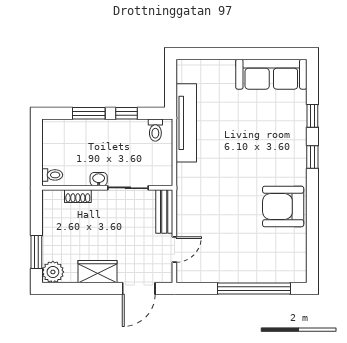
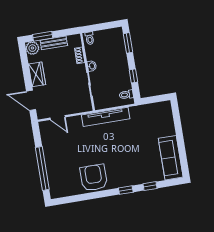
window: (89, 113) -> (128, 43), moved
tv unit: (186, 123) -> (106, 117), moved
bench: (164, 212) -> (54, 43), moved

